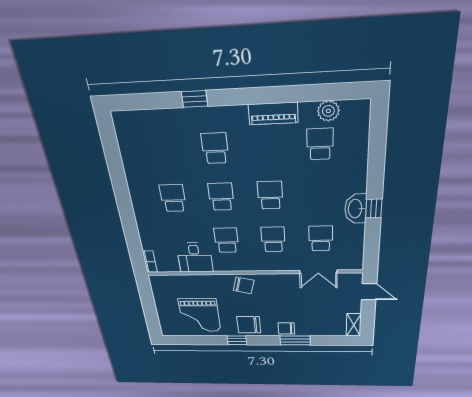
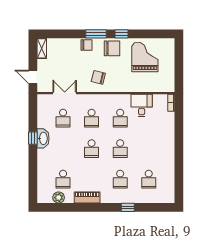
school desk: (173, 198) -> (149, 179), moved
chair: (244, 285) -> (98, 77), moved
window: (295, 340) -> (96, 34), moved

